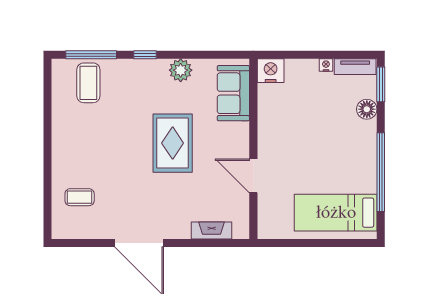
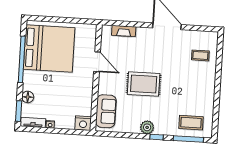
plant: (181, 70) -> (147, 127), moved
coffee table: (88, 83) -> (191, 123), turned 90
rug: (173, 143) -> (144, 84), turned 90
bed: (336, 213) -> (49, 49), width x2.04

